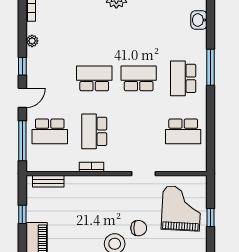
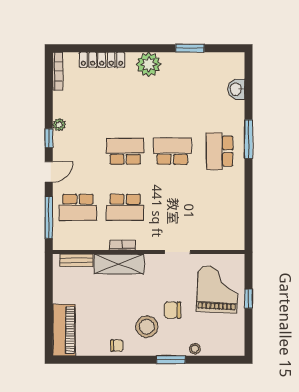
plant: (32, 41) -> (59, 125), moved
school desk: (94, 131) -> (125, 207), turned -90
school desk: (183, 131) -> (220, 207), removed
shelving: (88, 185) -> (119, 264), added
window: (22, 214) -> (49, 295), removed
chair: (139, 228) -> (172, 310), turned 180

